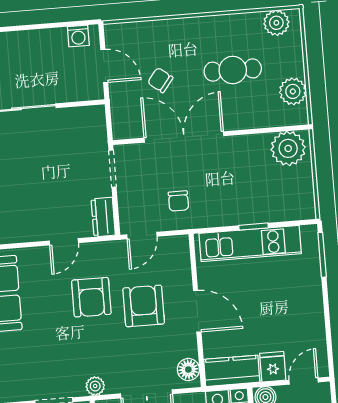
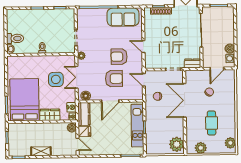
boiler: (55, 39) -> (230, 49), added
double door: (184, 137) -> (185, 100), swing flipped
dresser: (103, 217) -> (192, 63), moved

